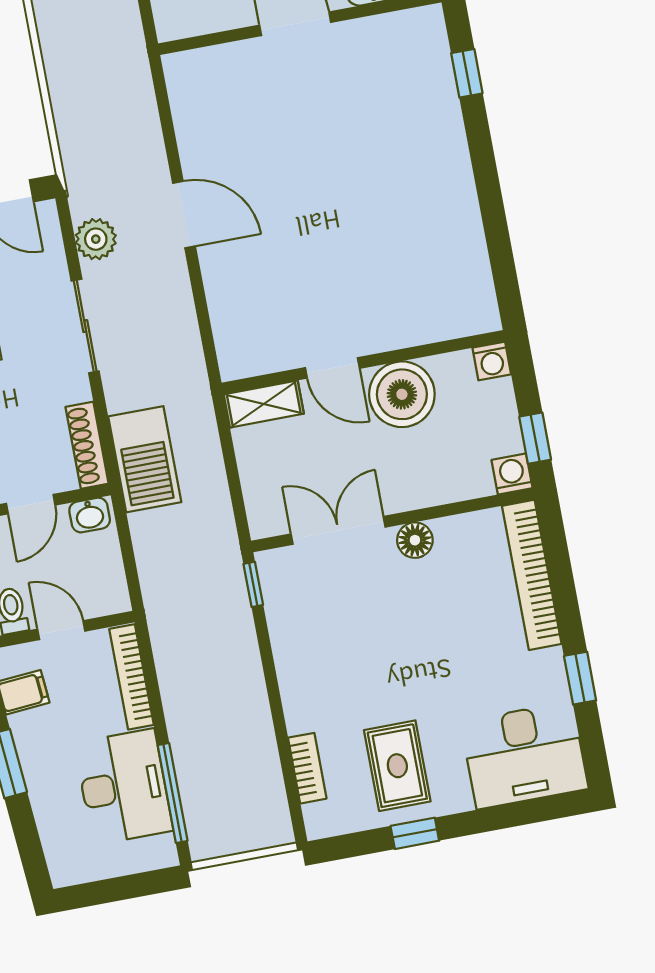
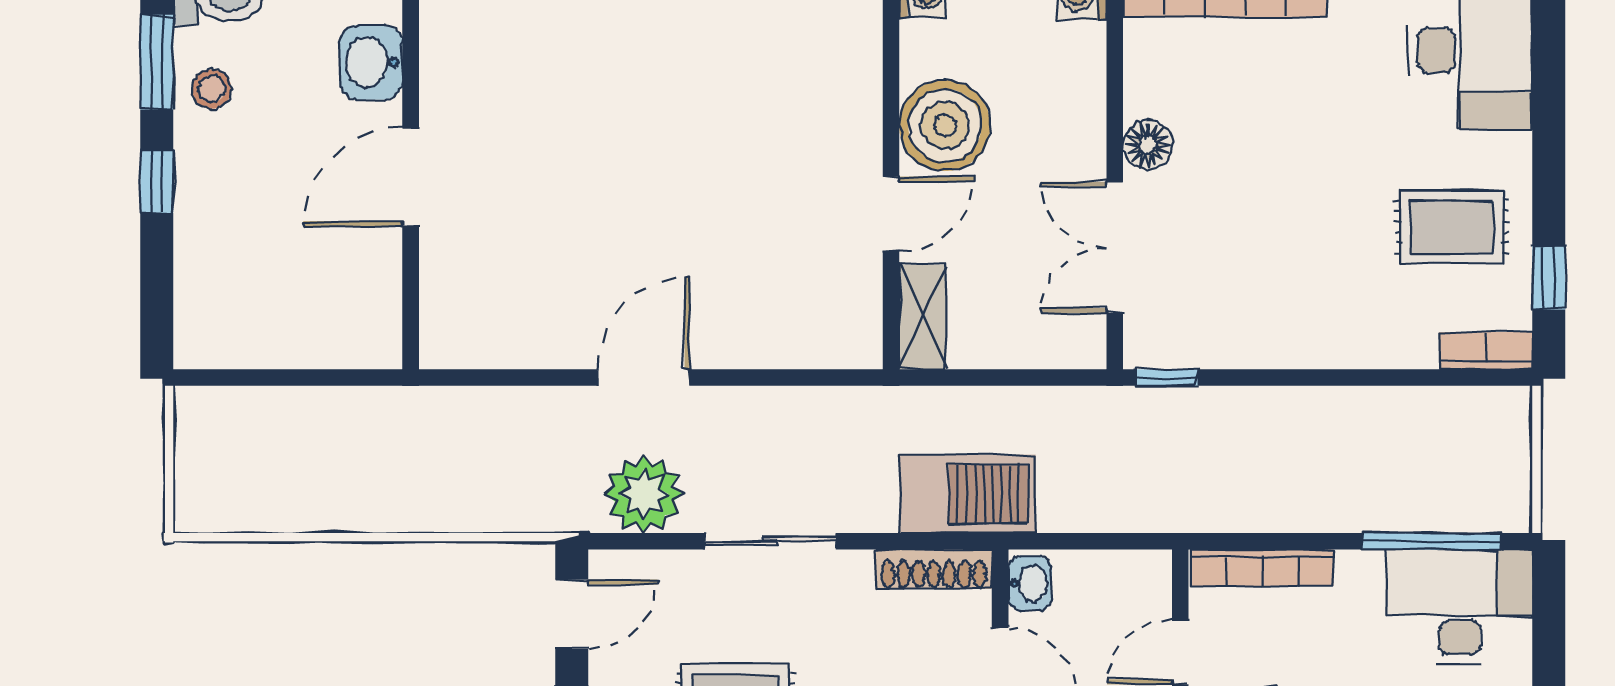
plant: (96, 239) -> (644, 494), width x1.36, depth x1.36
bookcase: (307, 768) -> (1486, 351), moved
desk: (124, 787) -> (1460, 607), moved
window: (415, 833) -> (1549, 278), moved

